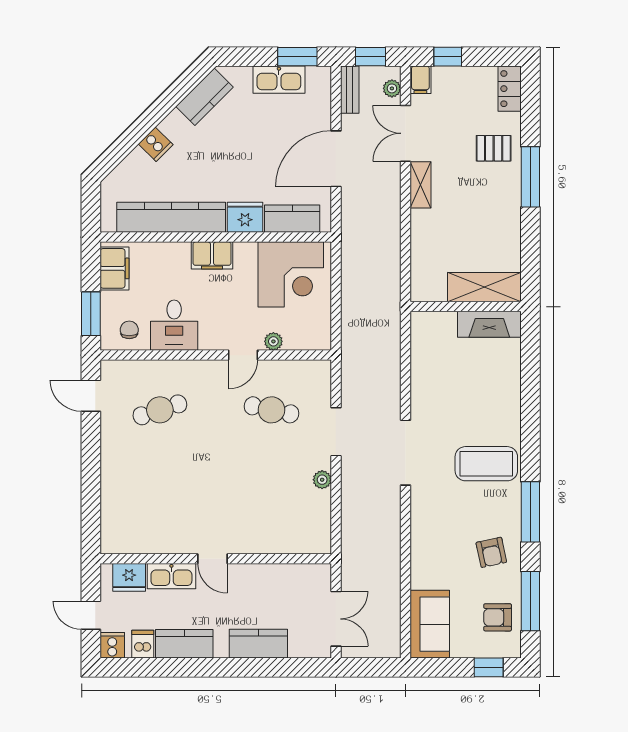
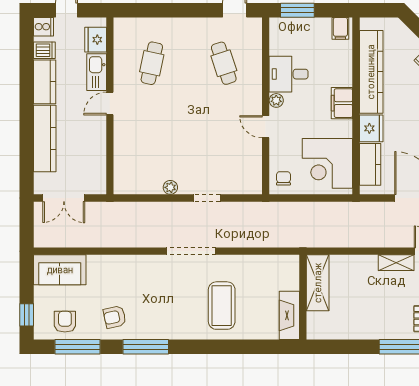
filing cabinet: (114, 268) -> (340, 28), width x0.50
shelving: (484, 287) -> (318, 283), moved
chair: (129, 330) -> (283, 178), moved, turned -90
plant: (273, 341) -> (276, 100), moved
cafe table: (271, 410) -> (152, 63), moved
doorway: (336, 432) -> (207, 198), width x0.73
coffee table: (486, 464) -> (222, 306), moved
kitchen counter: (258, 644) -> (45, 139), width x1.50

